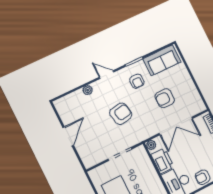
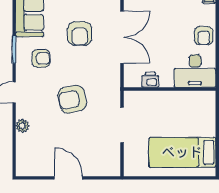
armchair: (121, 114) -> (72, 99), turned -91
plant: (151, 145) -> (130, 81), removed
printer: (163, 161) -> (150, 80), width x0.53, depth x0.68

